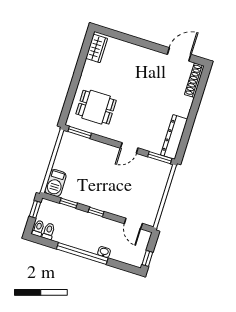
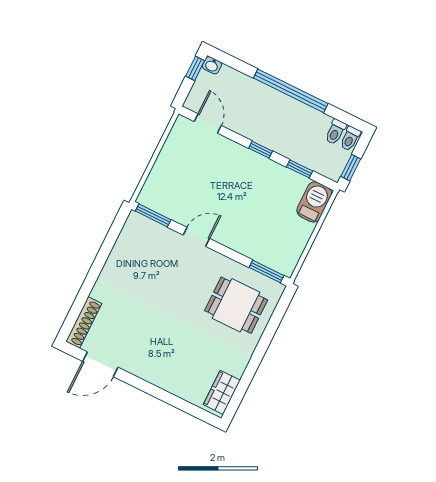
dresser: (174, 137) -> (127, 243), removed
washbasin: (104, 252) -> (212, 65), moved

